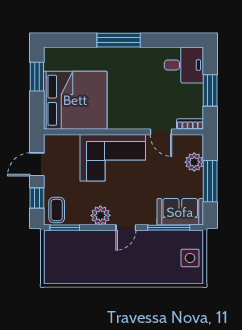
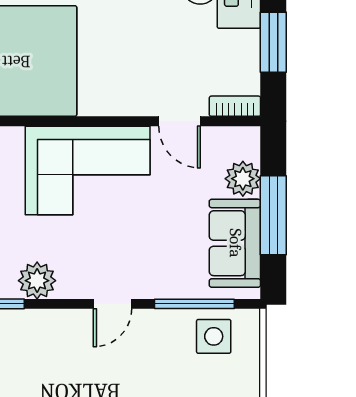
sofa: (180, 212) -> (235, 243), moved, turned -90
plant: (100, 215) -> (37, 281), moved
side table: (190, 258) -> (214, 336), moved

